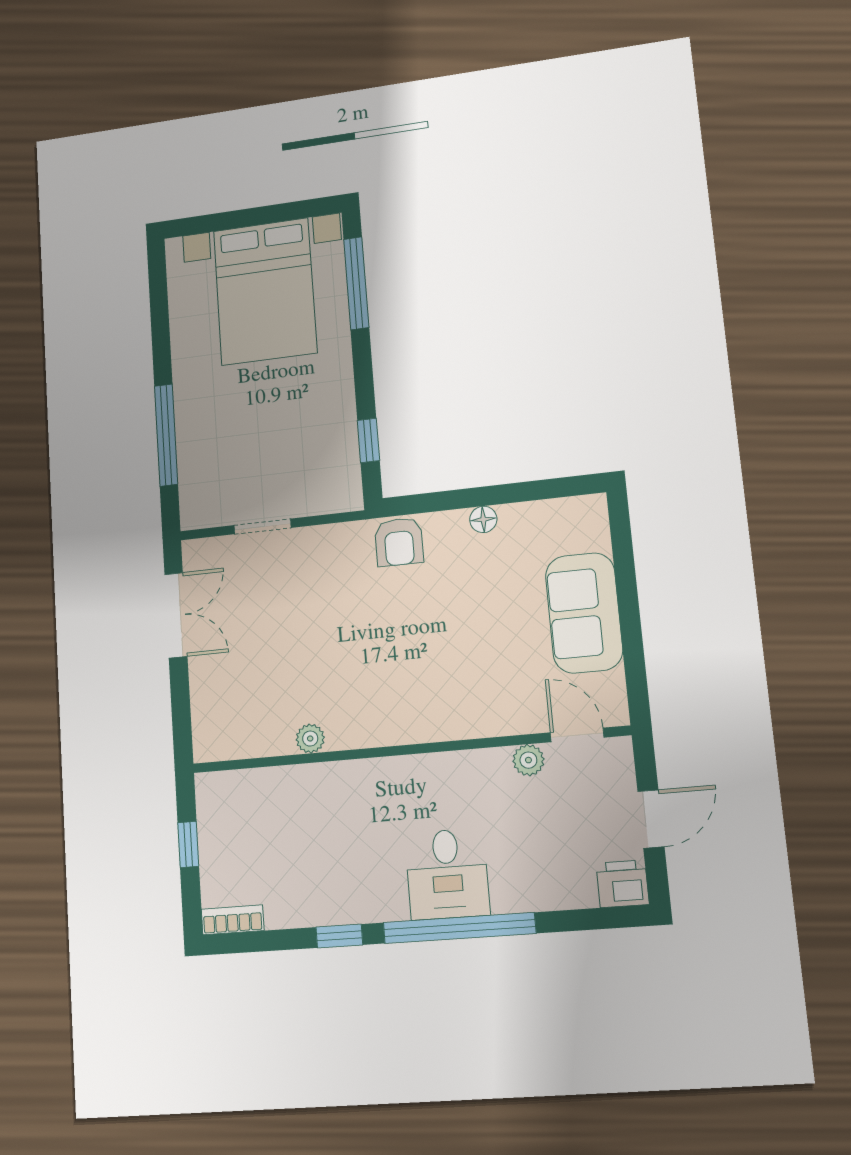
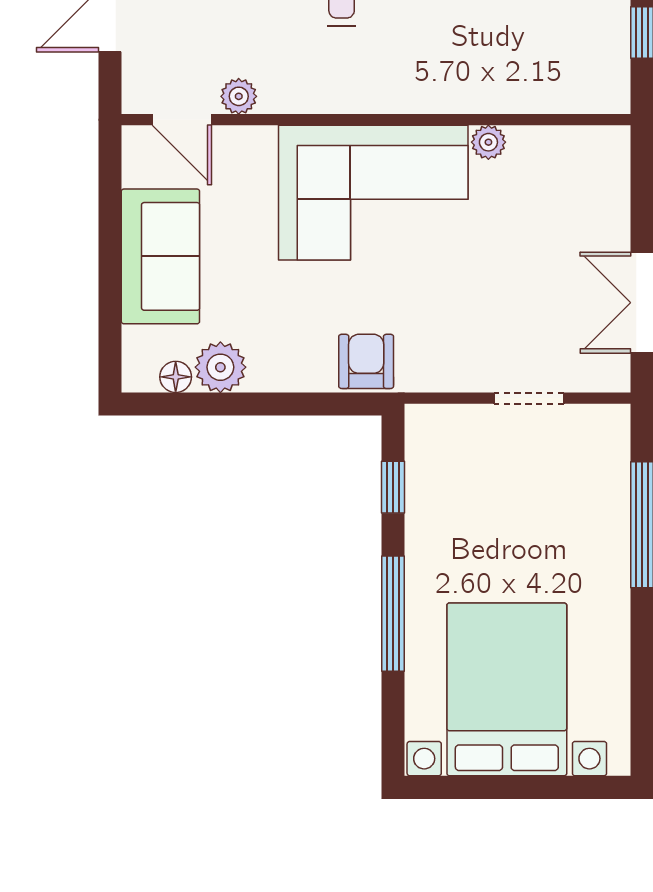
window: (356, 283) -> (393, 614), moved
floor lamp: (483, 519) -> (176, 377), moved
plant: (522, 523) -> (220, 367), added
corner sofa: (404, 686) -> (373, 193), added

